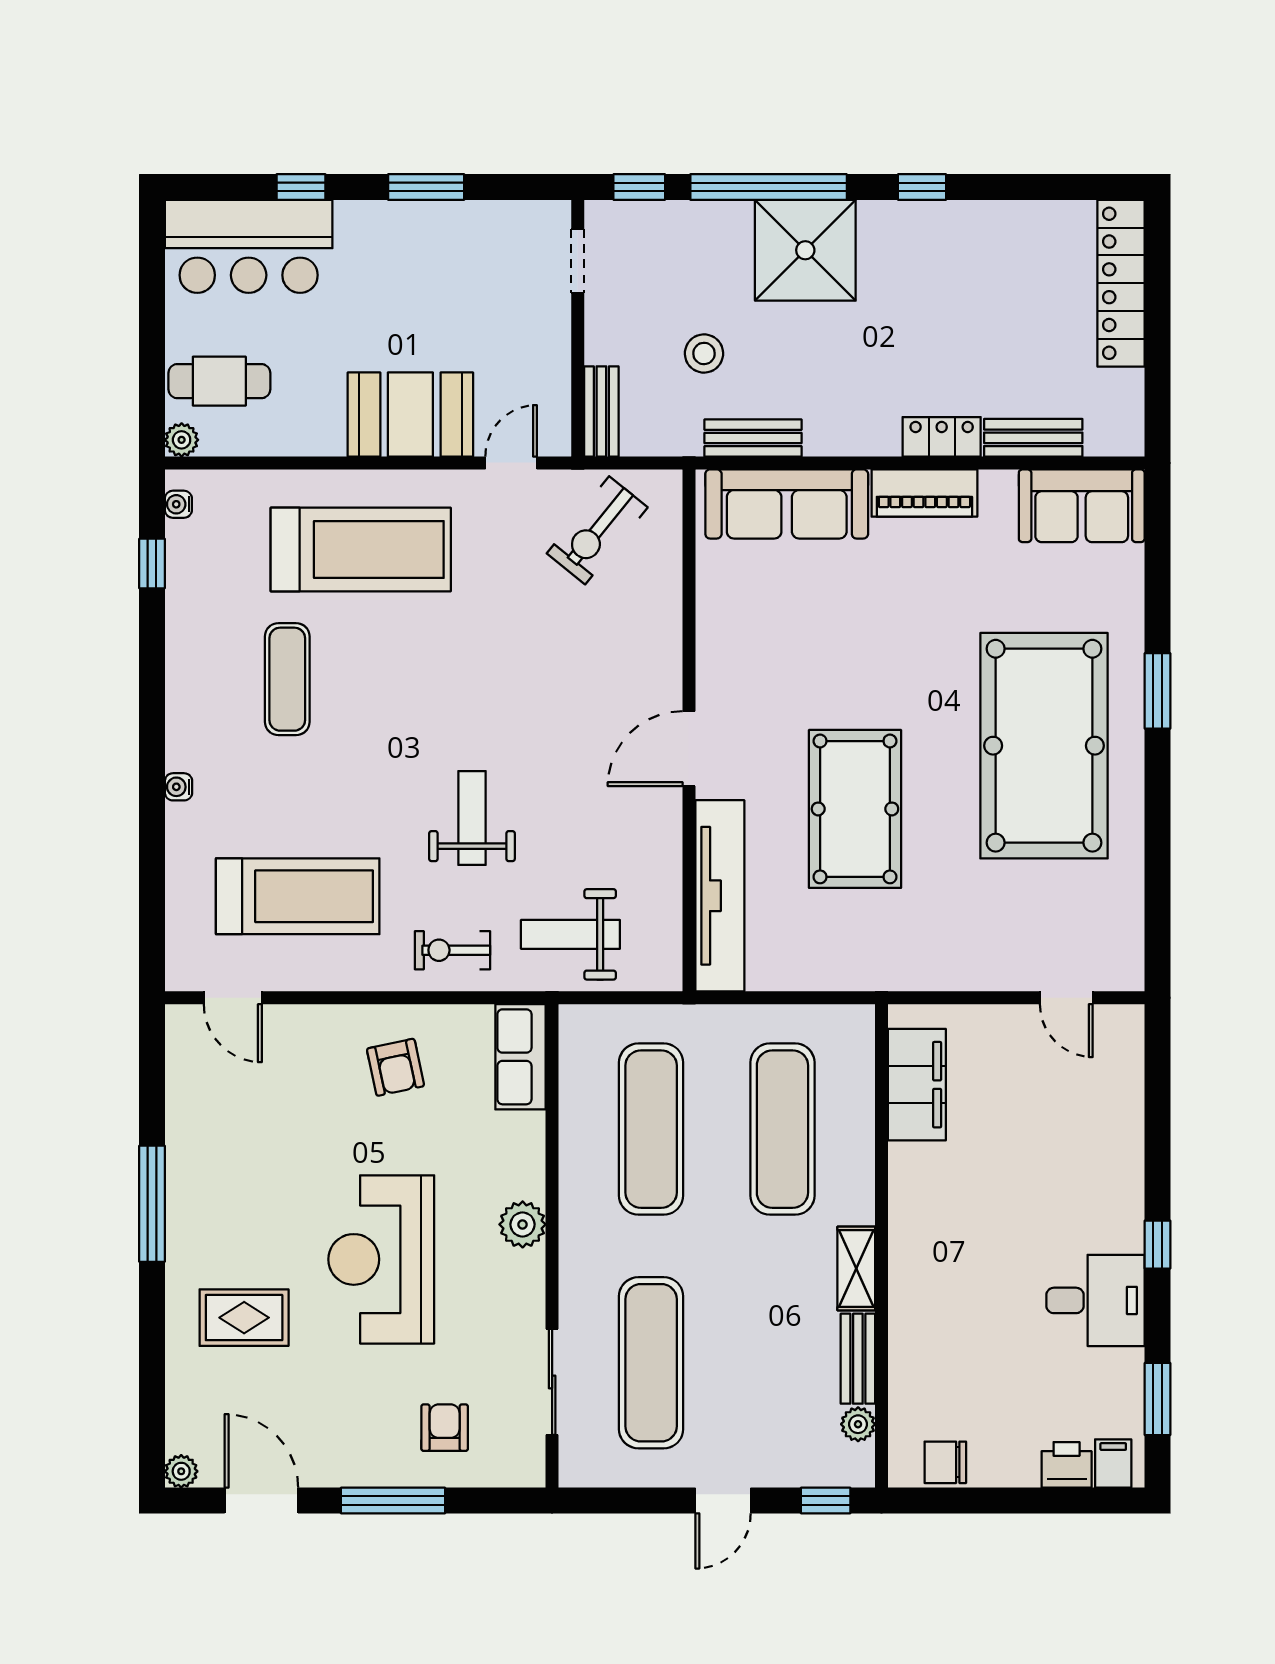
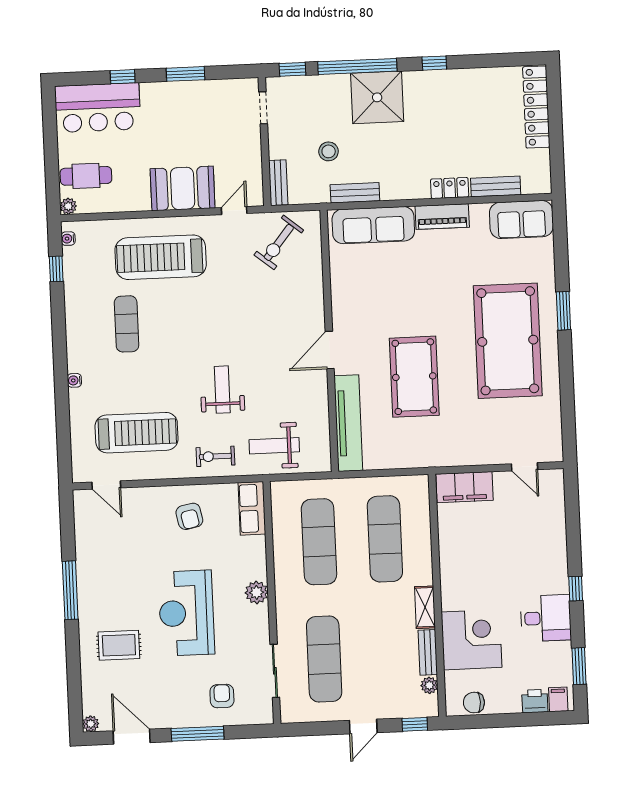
treadmill: (361, 549) -> (161, 257), turned 180
filing cabinet: (917, 1085) -> (464, 487), moved, turned 90
corner desk: (946, 1337) -> (471, 640), added

